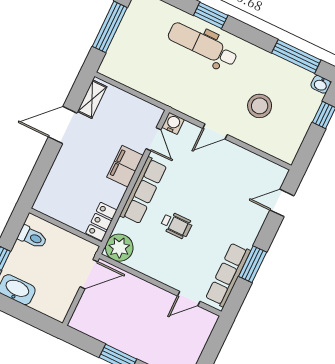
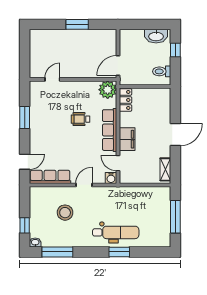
door: (63, 125) -> (175, 135), moved
row of seats: (228, 275) -> (50, 177), moved, turned -90

